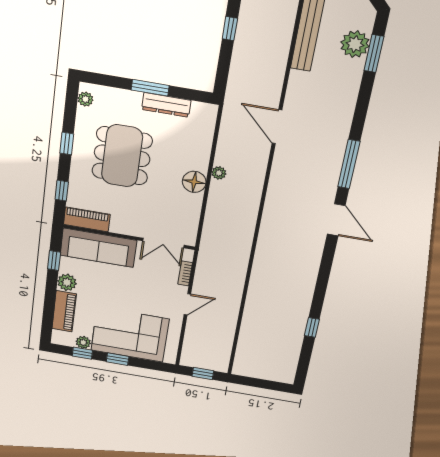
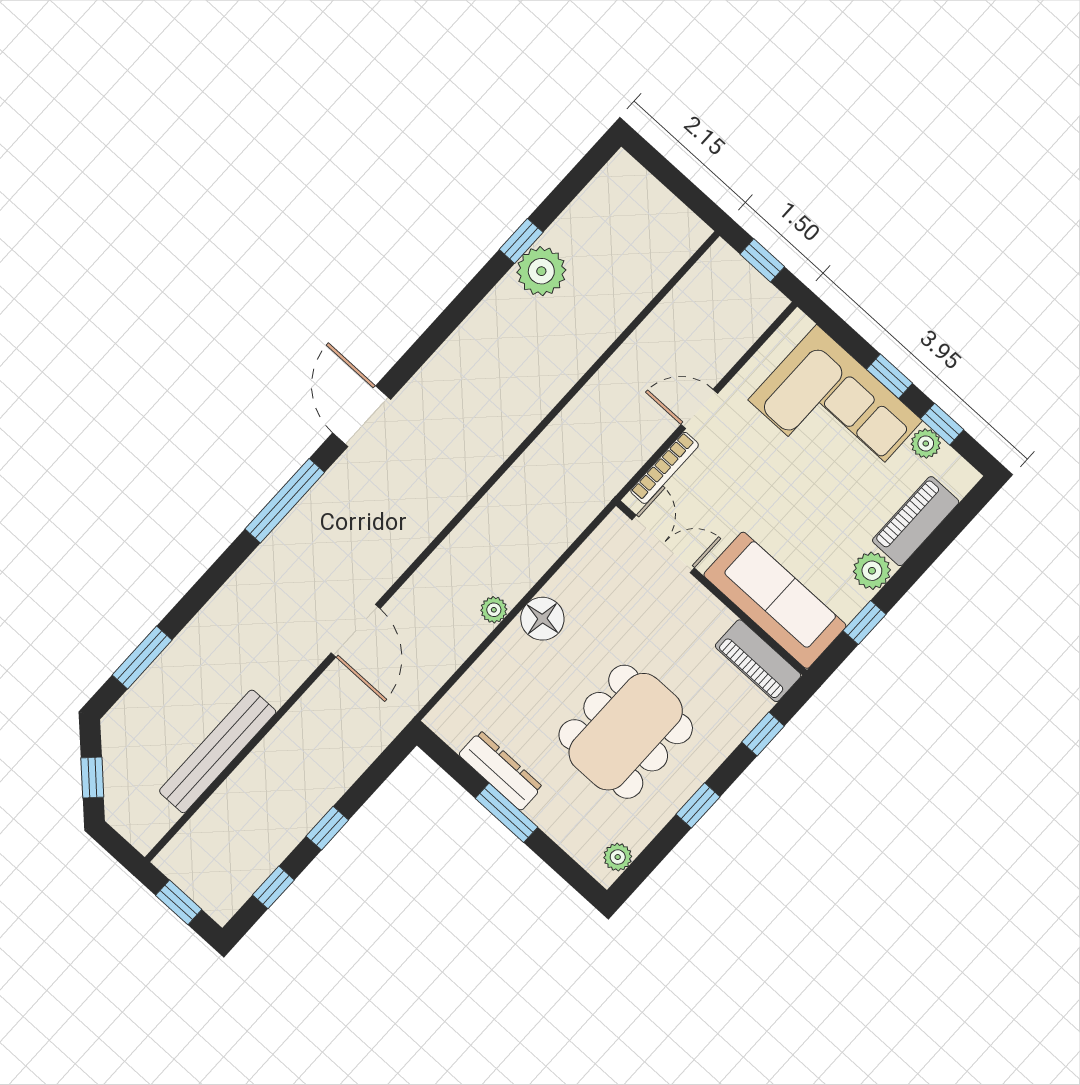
plant: (355, 44) -> (541, 271), moved
bookcase: (185, 273) -> (665, 468), width x1.56

